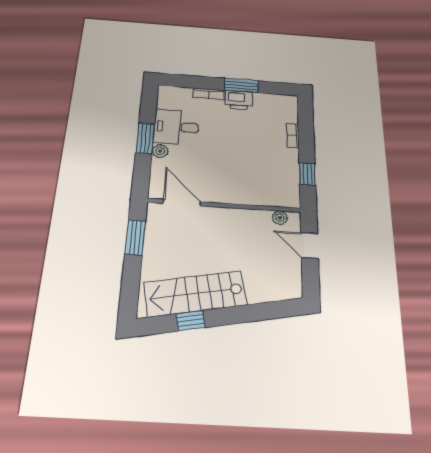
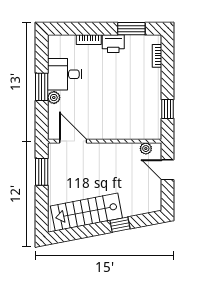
window: (242, 85) -> (131, 29), moved
bookcase: (293, 136) -> (157, 56), moved
window: (190, 321) -> (120, 225), moved

